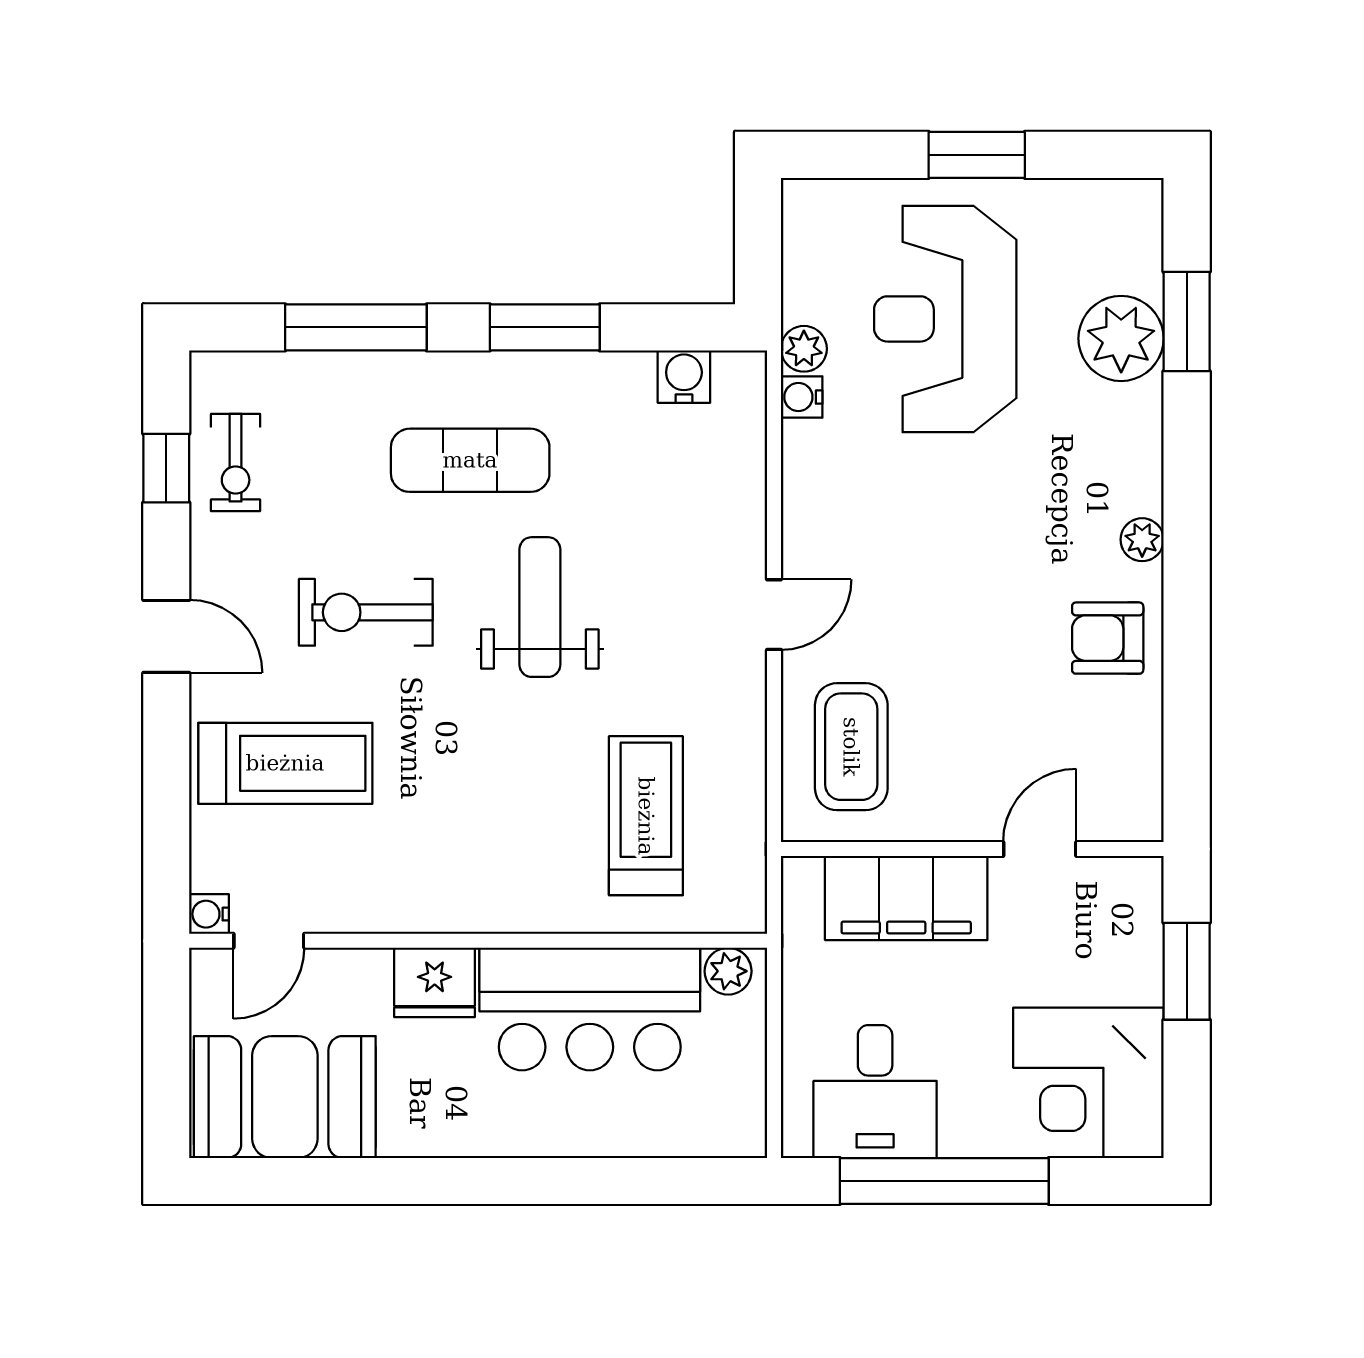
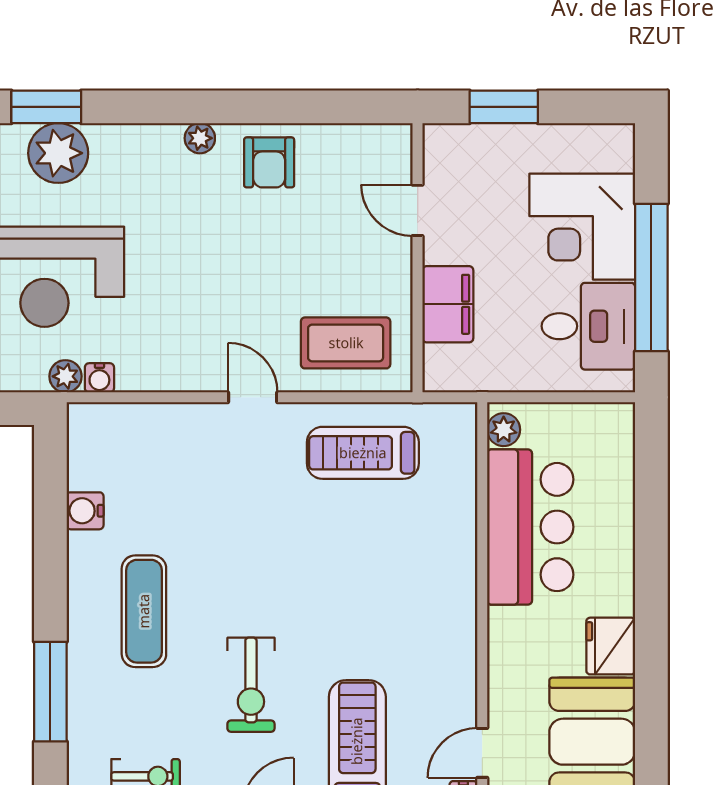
window: (545, 327) -> (50, 559), removed
water cooler: (684, 377) -> (85, 511), moved
weight bench: (540, 607) -> (247, 562), removed
treadmill: (646, 816) -> (363, 453), moved
filing cabinet: (906, 898) -> (448, 304), width x0.67, depth x0.86
door: (269, 941) -> (482, 753), swing flipped
fridge: (435, 982) -> (611, 646), moved, turned 180
corner desk: (1088, 1083) -> (582, 227), moved, turned 90

